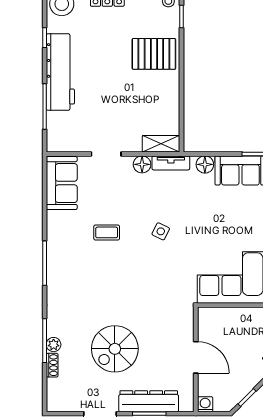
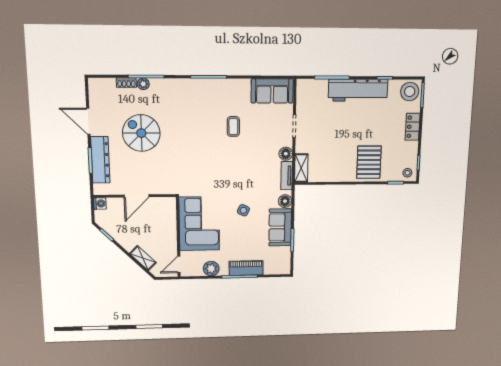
side table: (161, 231) -> (243, 210), moved

